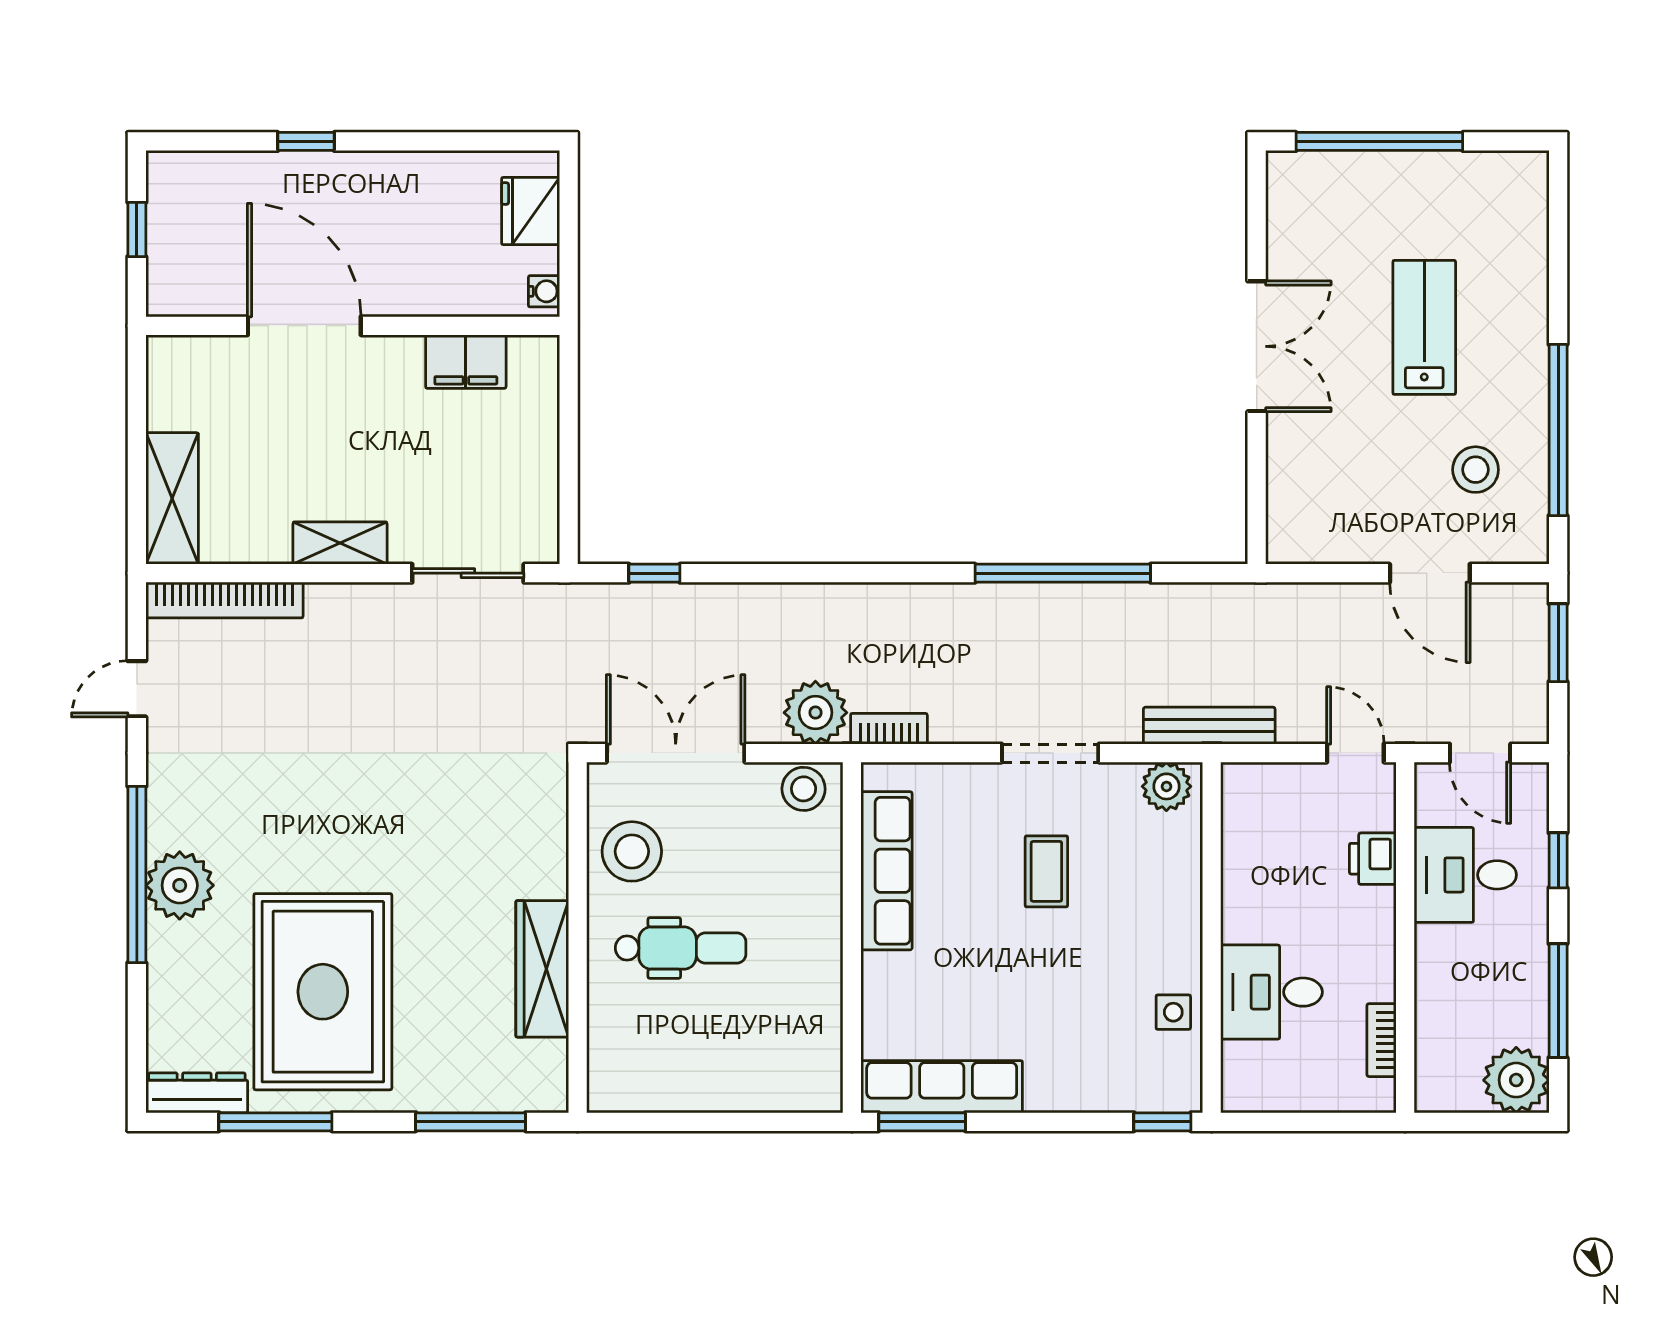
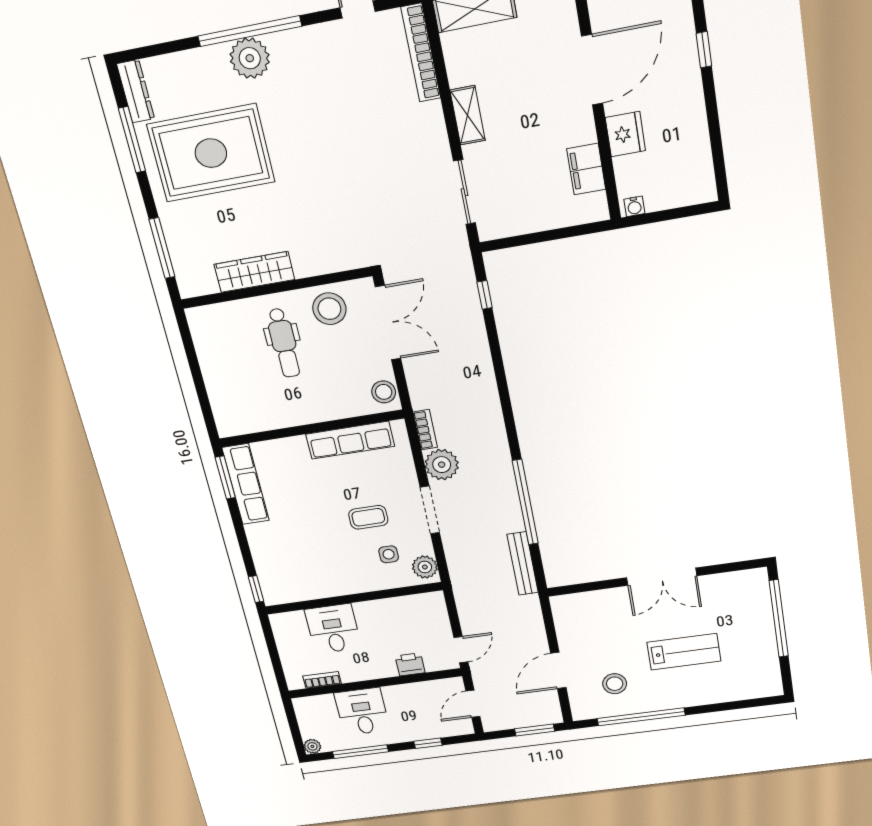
fridge: (531, 211) -> (625, 134), moved, turned 90
plant: (815, 713) -> (442, 465), moved
bench: (1209, 726) -> (523, 563), moved
desk: (1465, 875) -> (362, 712), moved
side table: (1173, 1012) -> (389, 554), moved
plant: (1516, 1080) -> (312, 746), width x0.53, depth x0.53

